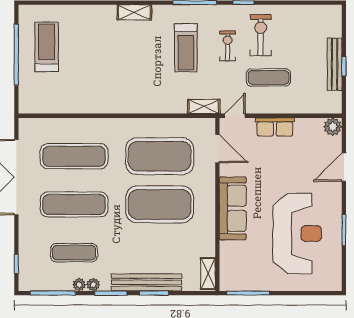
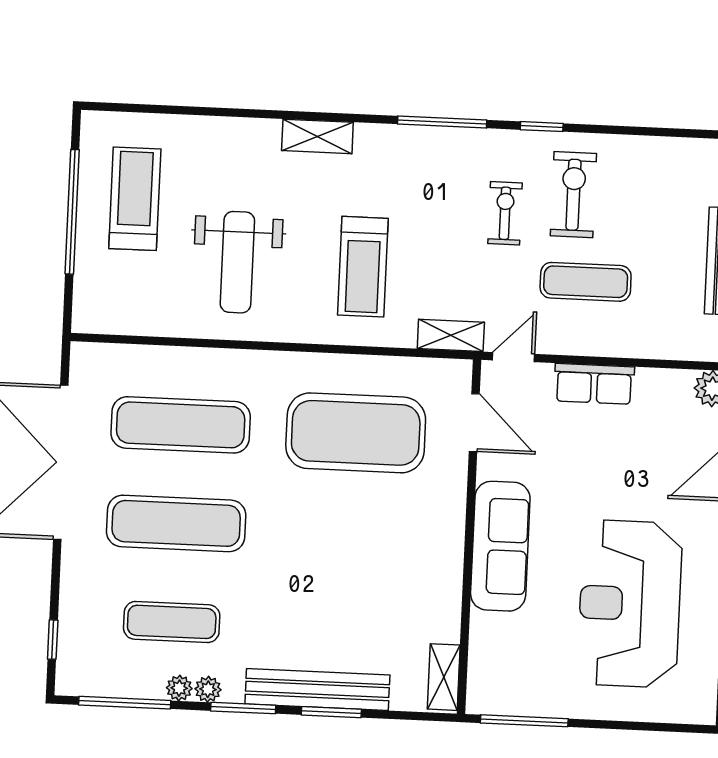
treadmill: (186, 48) -> (363, 267), moved
weight bench: (98, 76) -> (237, 262), added
exercise mat: (160, 204) -> (351, 531), removed
reception desk: (297, 234) -> (630, 604), turned 180

